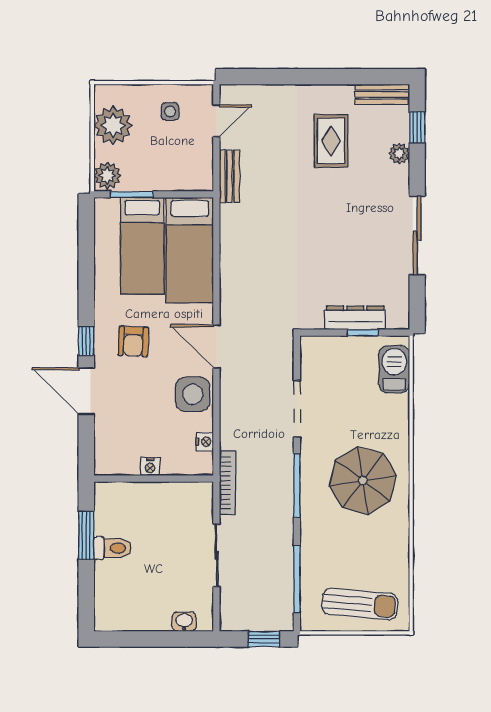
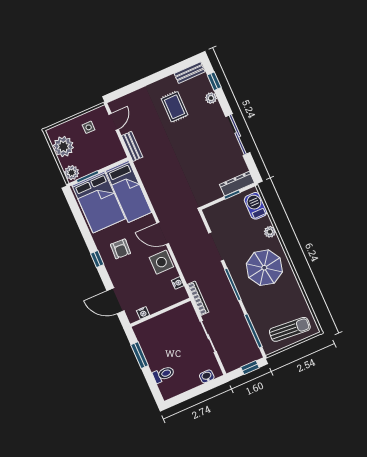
bed: (142, 246) -> (99, 202), width x1.50
dresser: (355, 318) -> (237, 184), moved
door: (86, 391) -> (116, 301), moved
plant: (399, 424) -> (270, 232), added
nightstand: (150, 467) -> (143, 313), moved
toilet: (113, 548) -> (164, 374), moved

